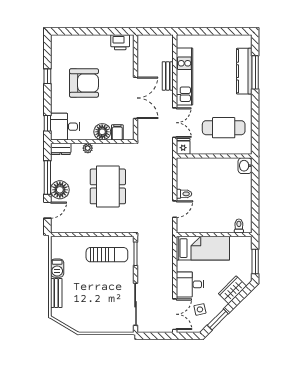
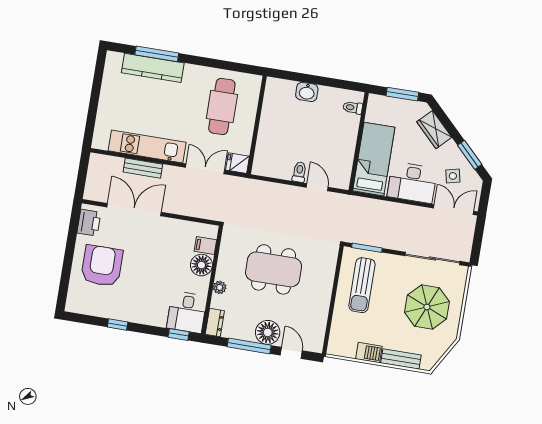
armchair: (84, 83) -> (102, 266), moved
double door: (136, 98) -> (134, 210), moved
washbasin: (245, 166) -> (307, 92), moved
sun lounger: (107, 255) -> (362, 285), turned 180
desk: (190, 284) -> (412, 183), width x1.37
parasol: (98, 306) -> (427, 307), added

